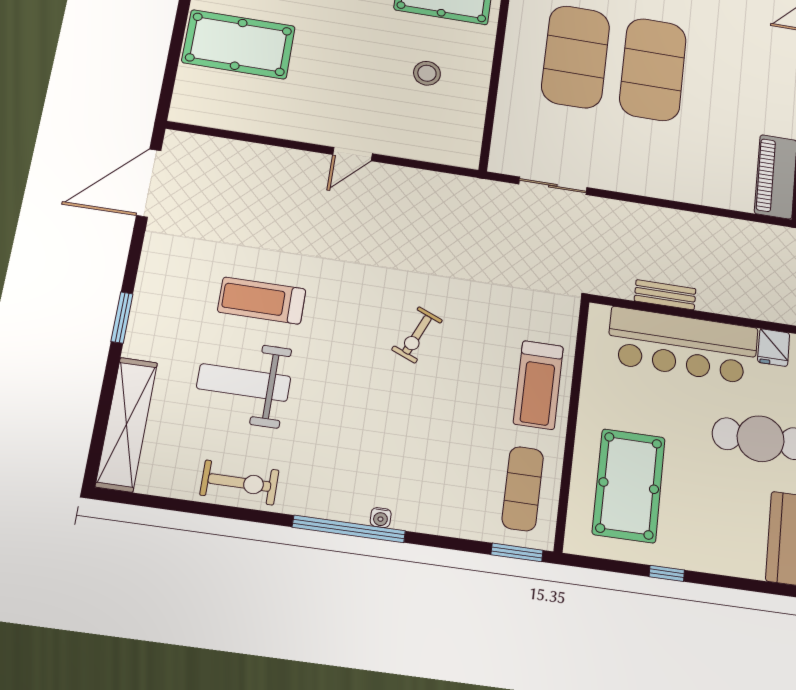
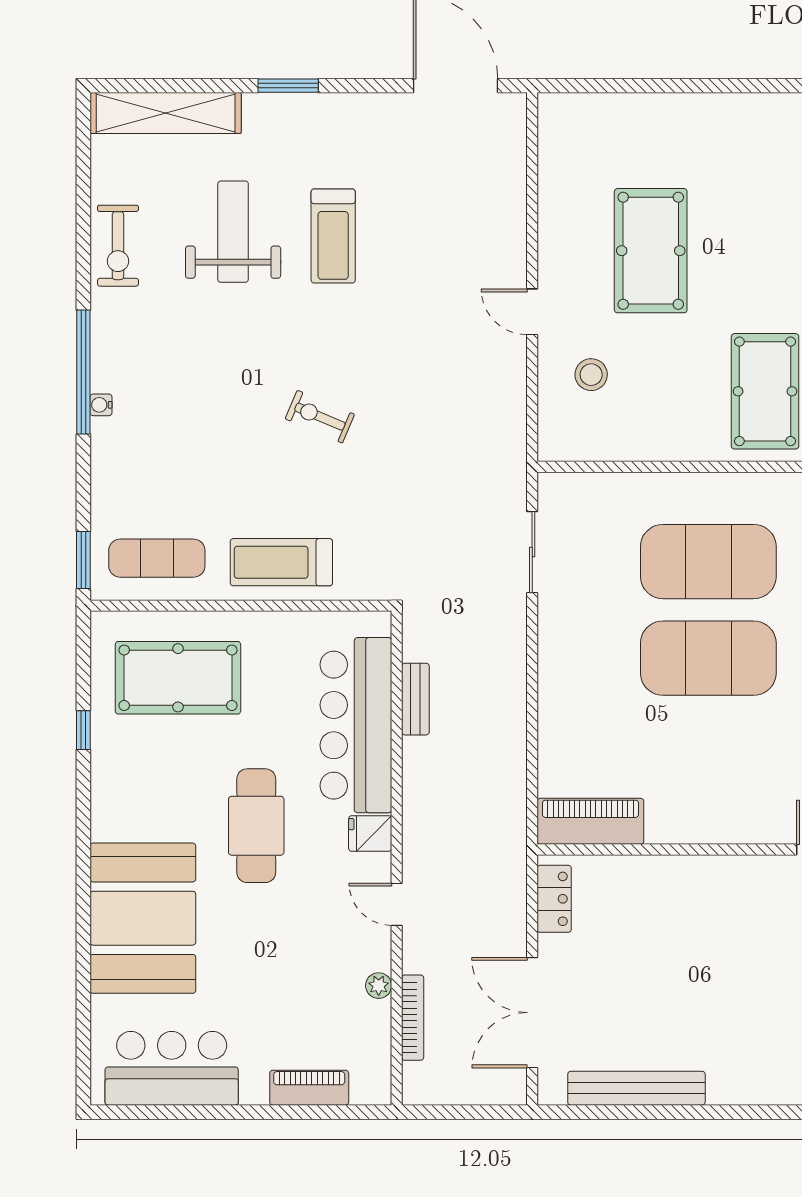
pool table: (239, 44) -> (651, 251), moved
stool: (427, 73) -> (591, 375), moved
treadmill: (262, 301) -> (333, 236), turned 180

